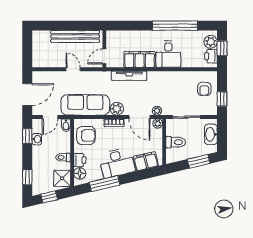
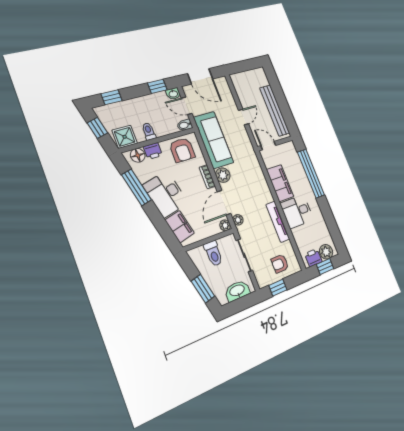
window: (175, 26) -> (311, 174), moved
tv unit: (129, 76) -> (278, 222), moved
washbasin: (37, 139) -> (173, 94), moved

